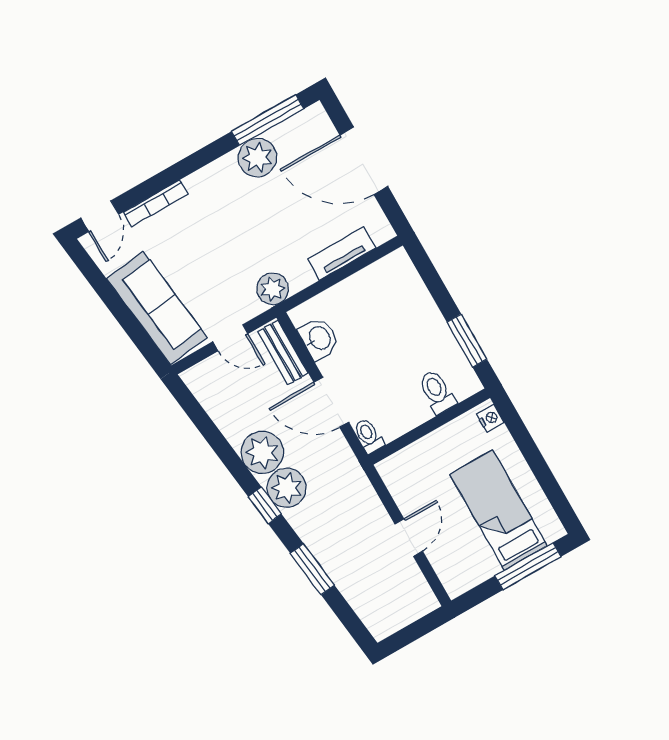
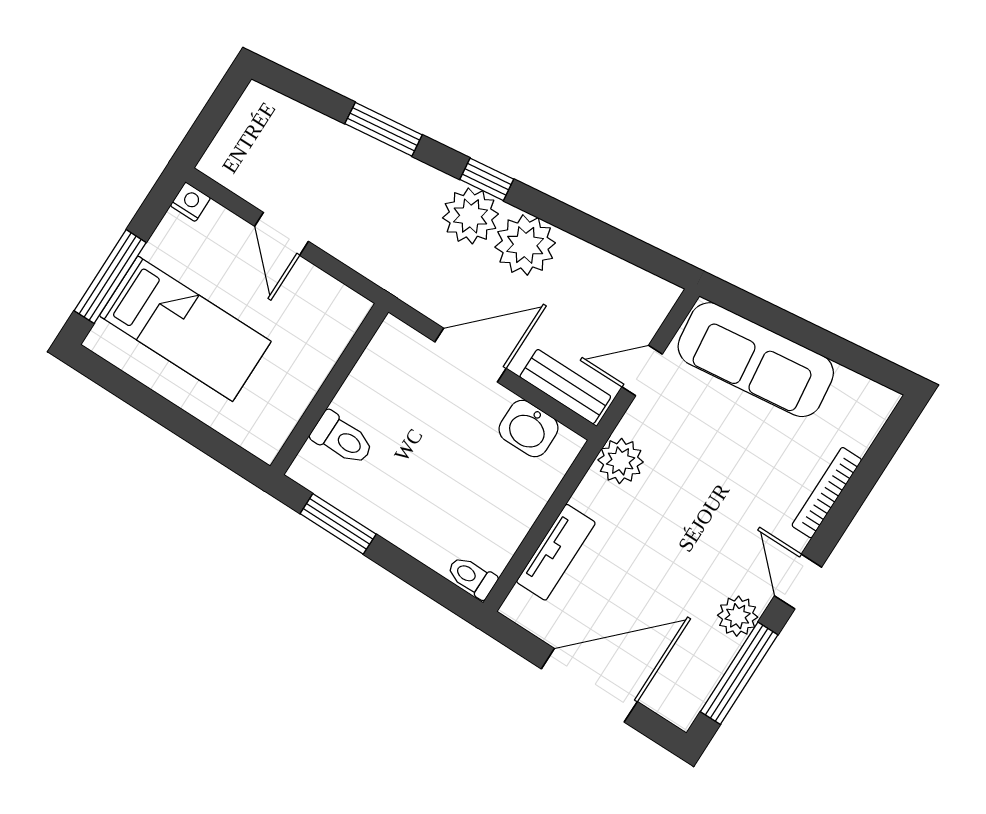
plant: (257, 158) -> (738, 616), width x0.73, depth x0.73
door: (100, 216) -> (798, 582), moved
nightstand: (490, 418) -> (190, 202), moved, turned 180
toilet: (368, 436) -> (472, 577), moved, turned 180

